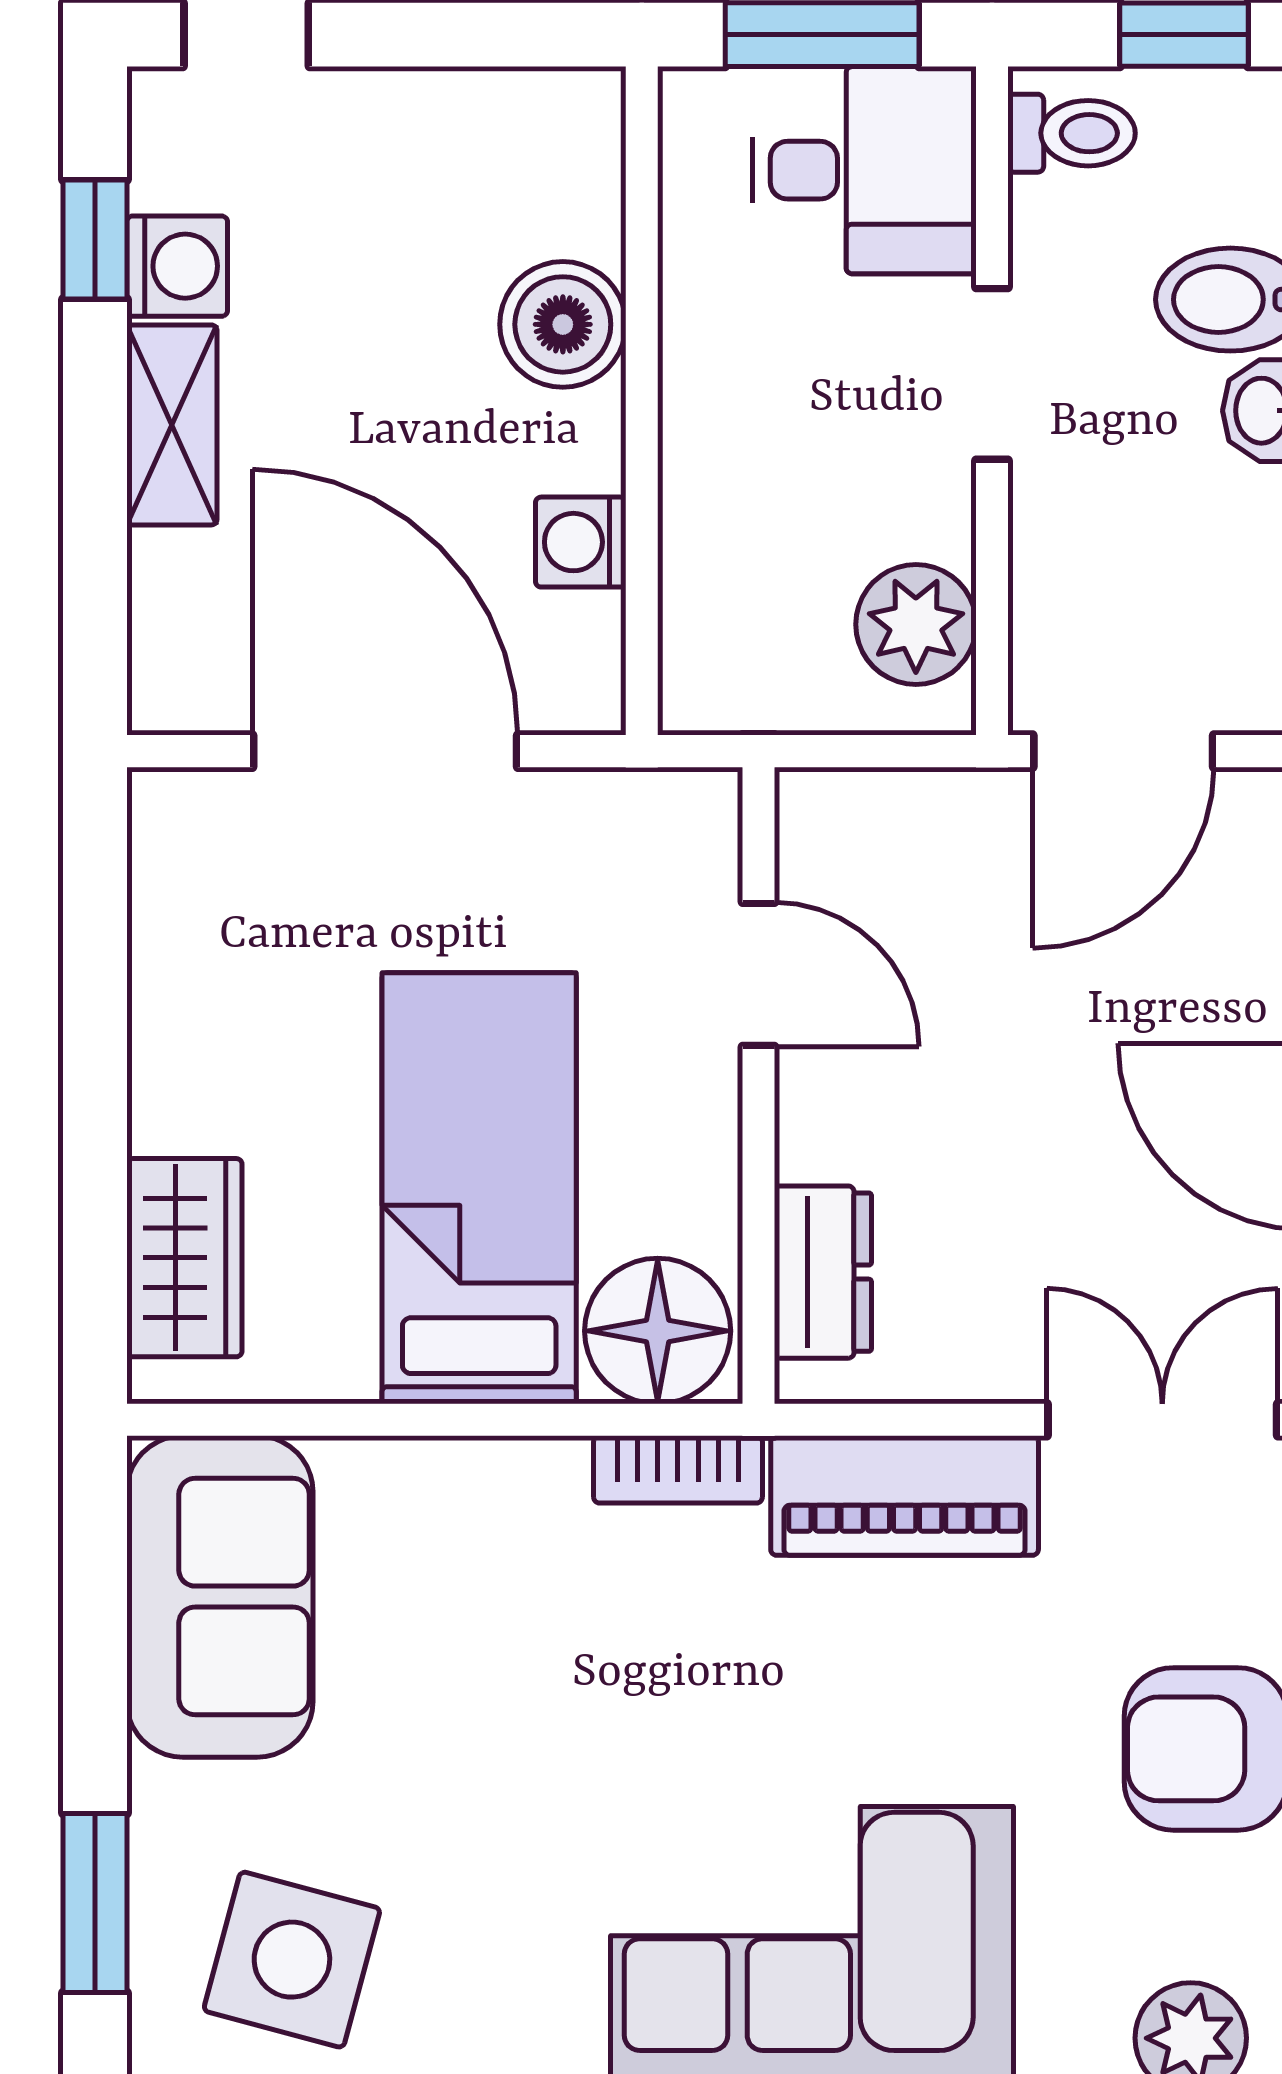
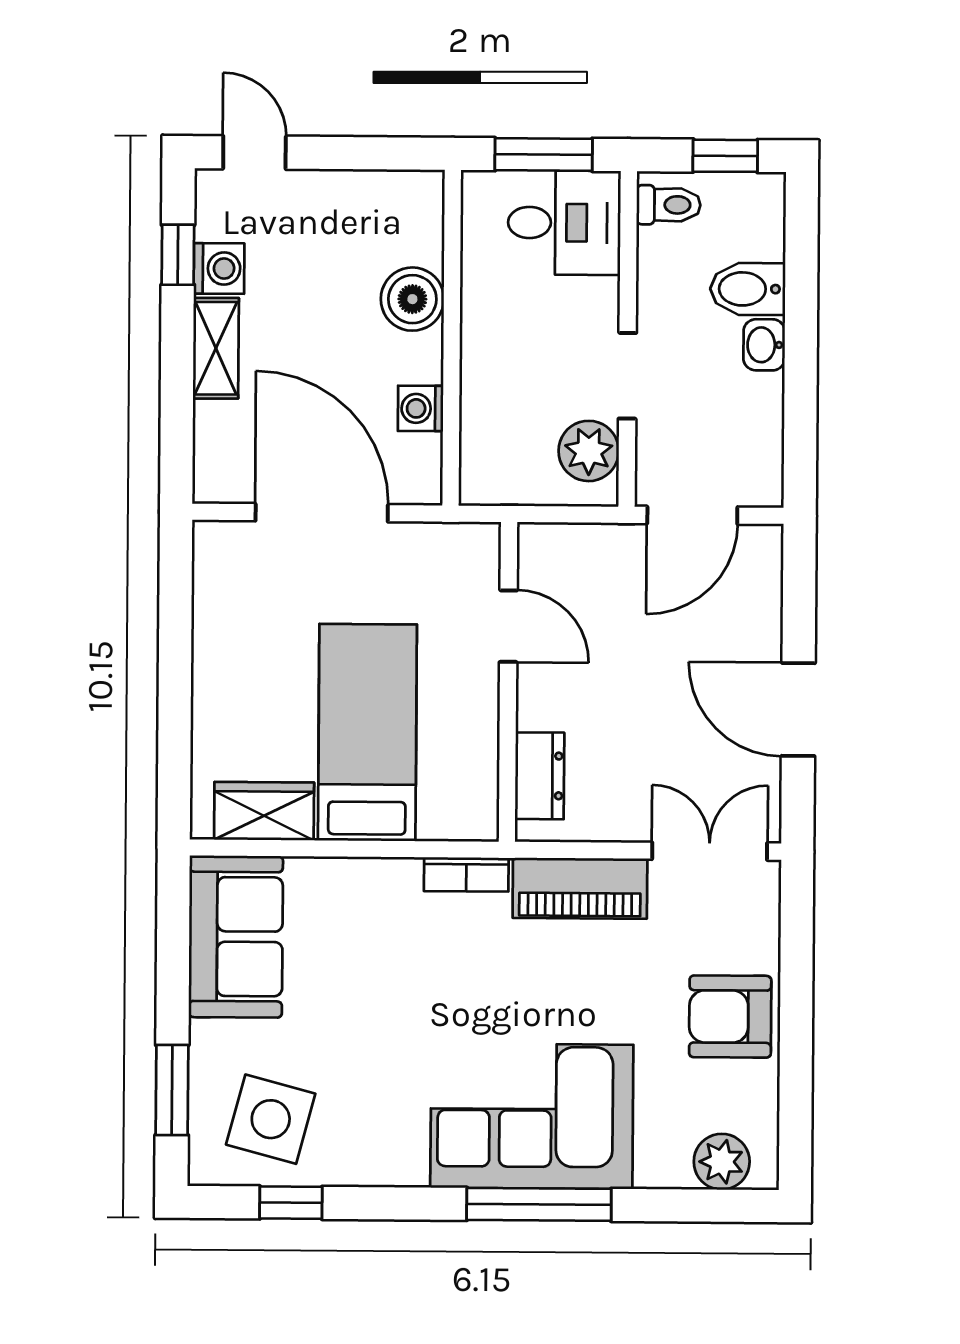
doorway: (992, 374) -> (627, 376), moved
wardrobe: (184, 1258) -> (264, 811), moved, turned -90
floor lamp: (658, 1331) -> (456, 805), removed

